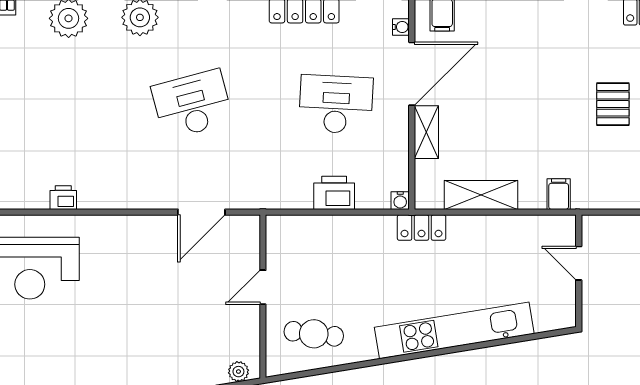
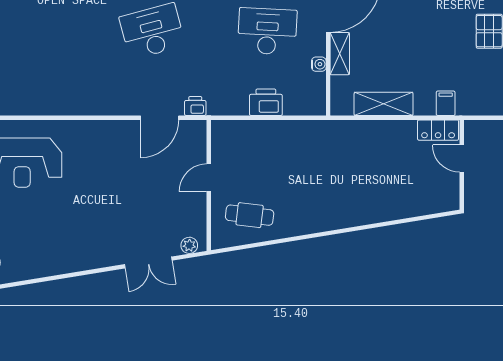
printer: (63, 198) -> (195, 106), moved
water cooler: (400, 201) -> (319, 64), moved, turned -90
locker: (422, 228) -> (438, 130), moved
kitchen unit: (454, 330) -> (362, 212), removed

